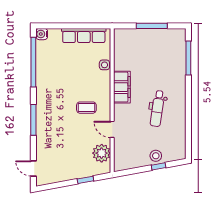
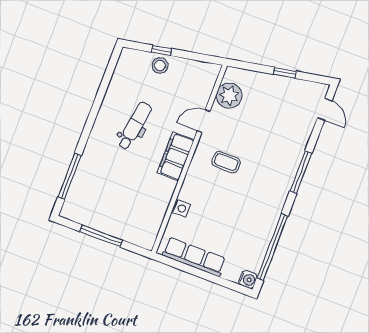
filing cabinet: (122, 87) -> (176, 156), moved
door: (112, 129) -> (204, 121), swing flipped
window: (85, 180) -> (285, 73), moved

